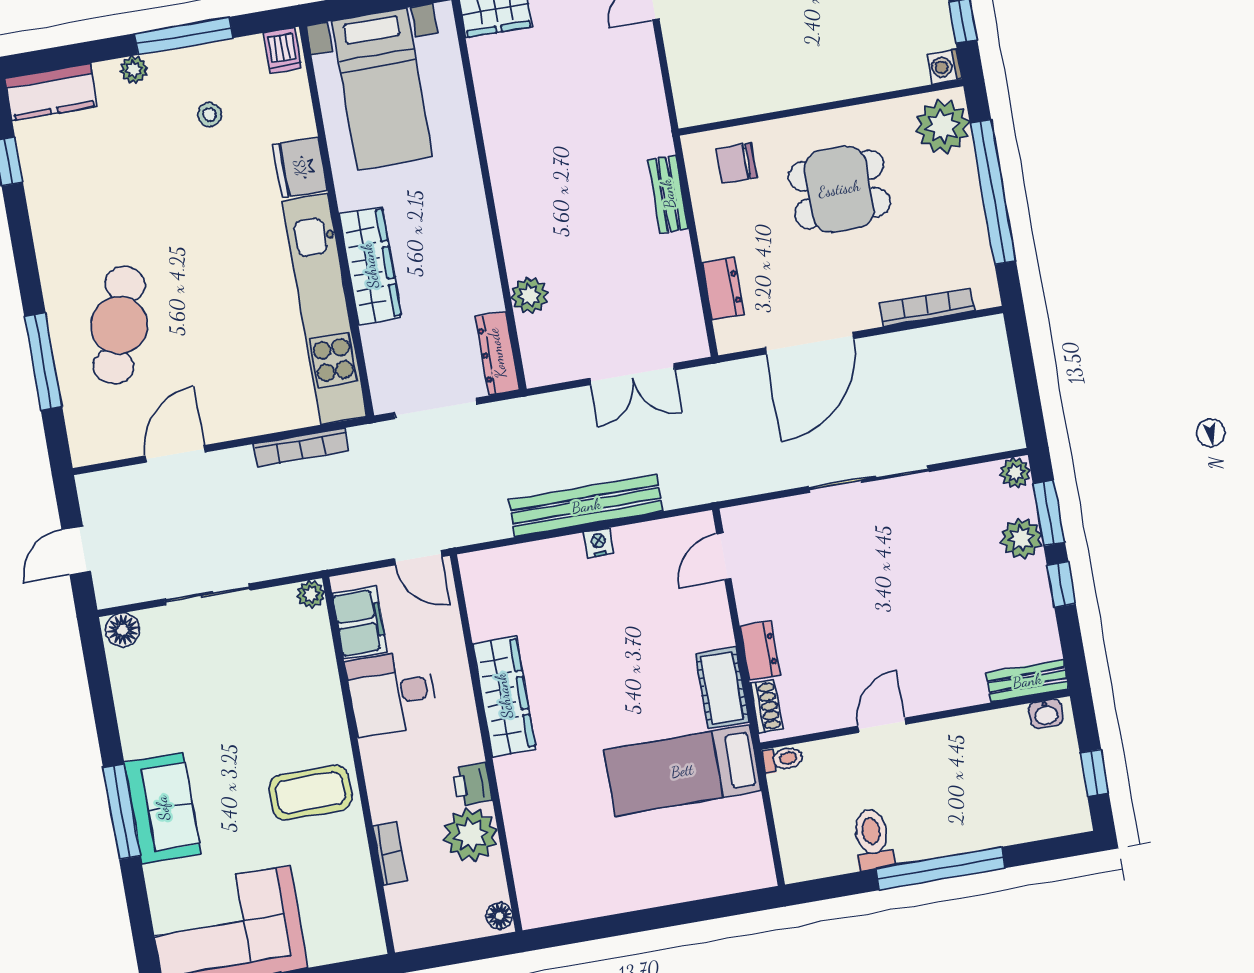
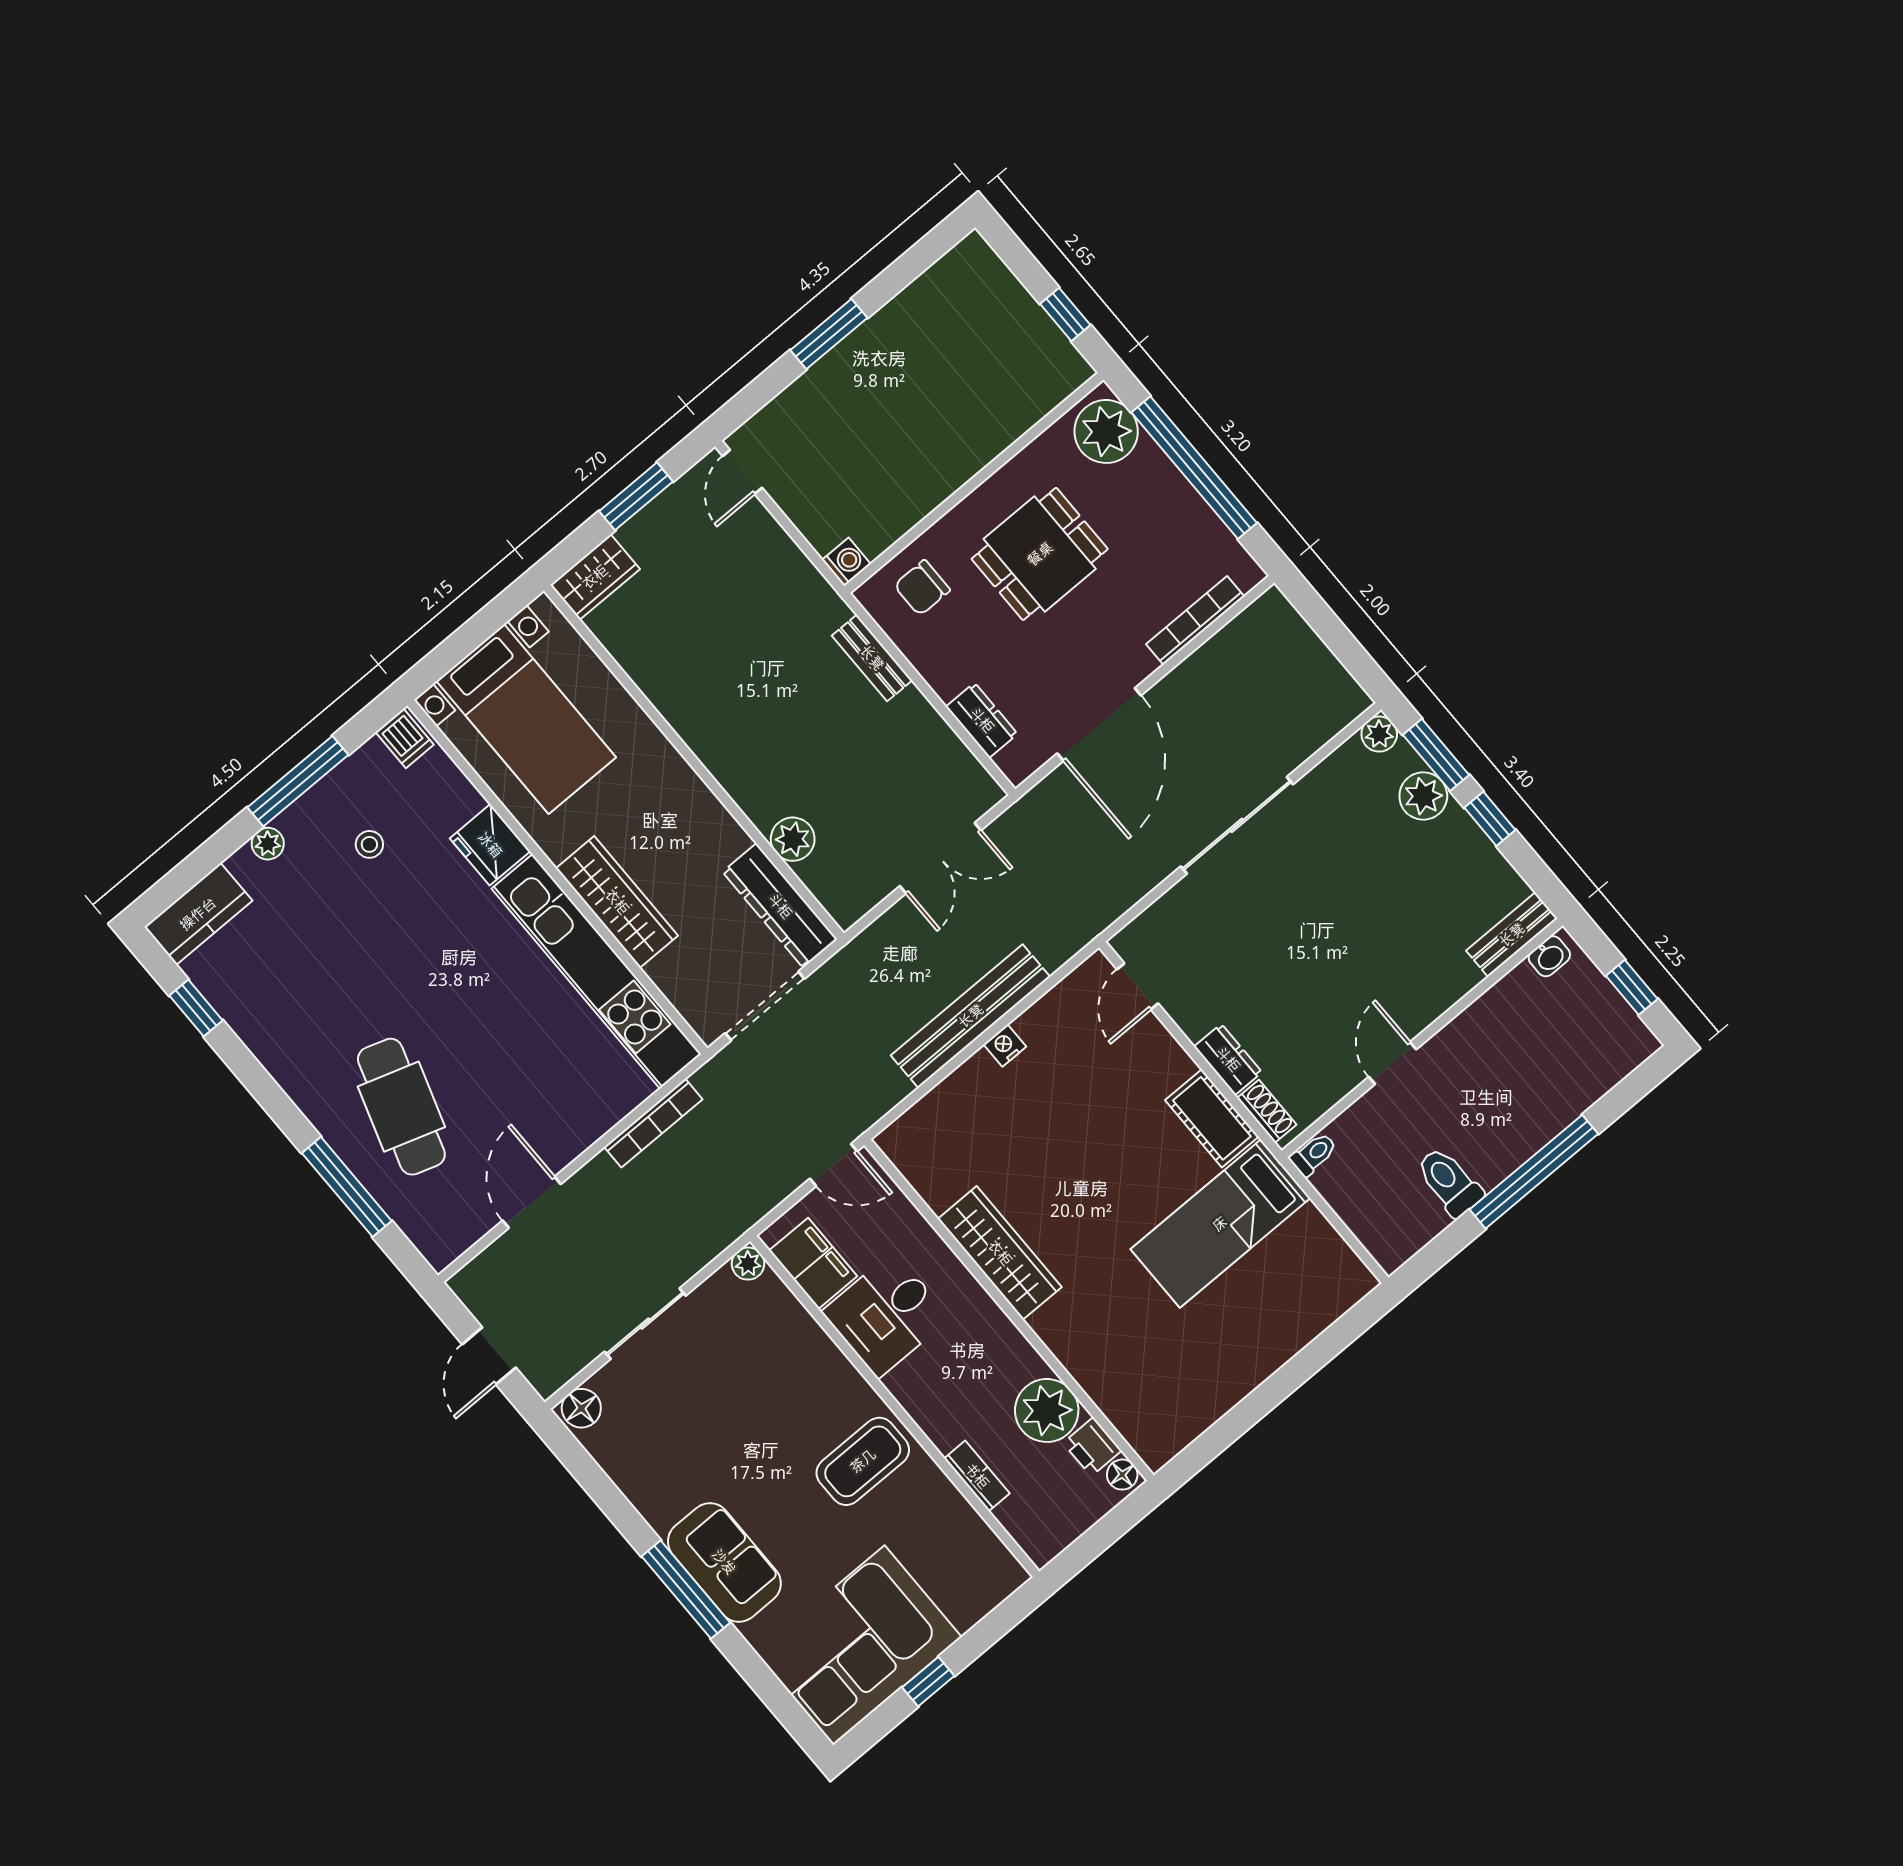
washing machine: (945, 67) -> (846, 562), moved, turned 180
dresser: (497, 353) -> (780, 906), width x1.37, depth x1.24
printer: (472, 784) -> (1092, 1447), moved

